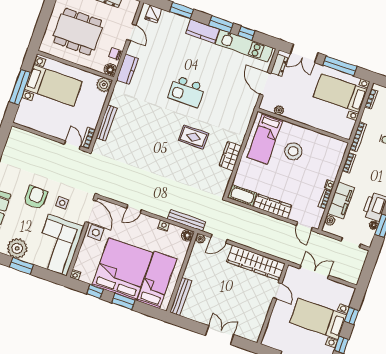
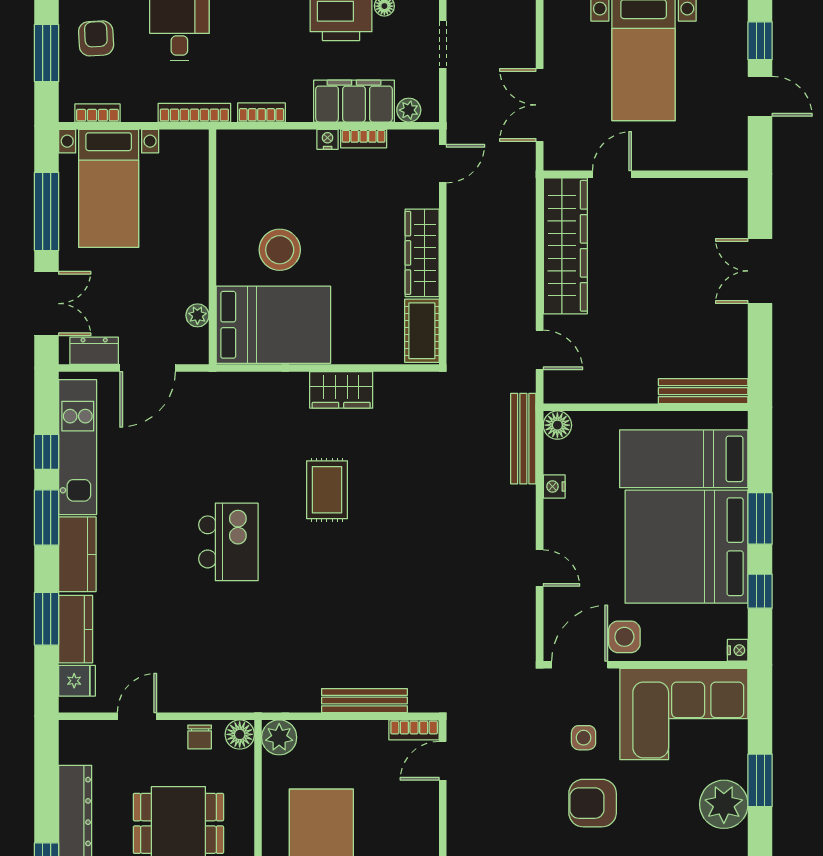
kitchen counter: (127, 69) -> (76, 629), moved, turned 90
bed: (265, 139) -> (273, 325), width x1.50
plant: (200, 239) -> (555, 392), removed

